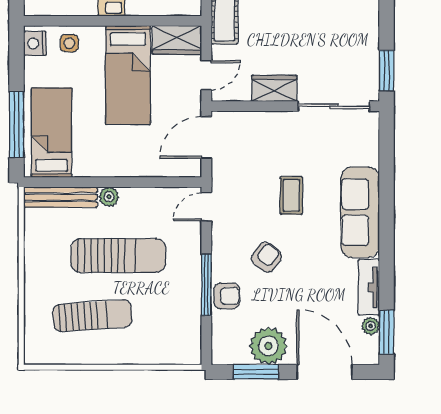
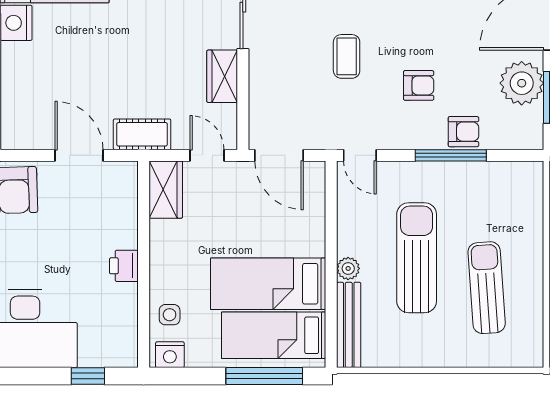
bed: (128, 75) -> (268, 284), moved, turned 180
coffee table: (291, 195) -> (347, 56), turned 90
armchair: (266, 257) -> (419, 85), turned 143
armchair: (227, 296) -> (463, 132), turned 90

